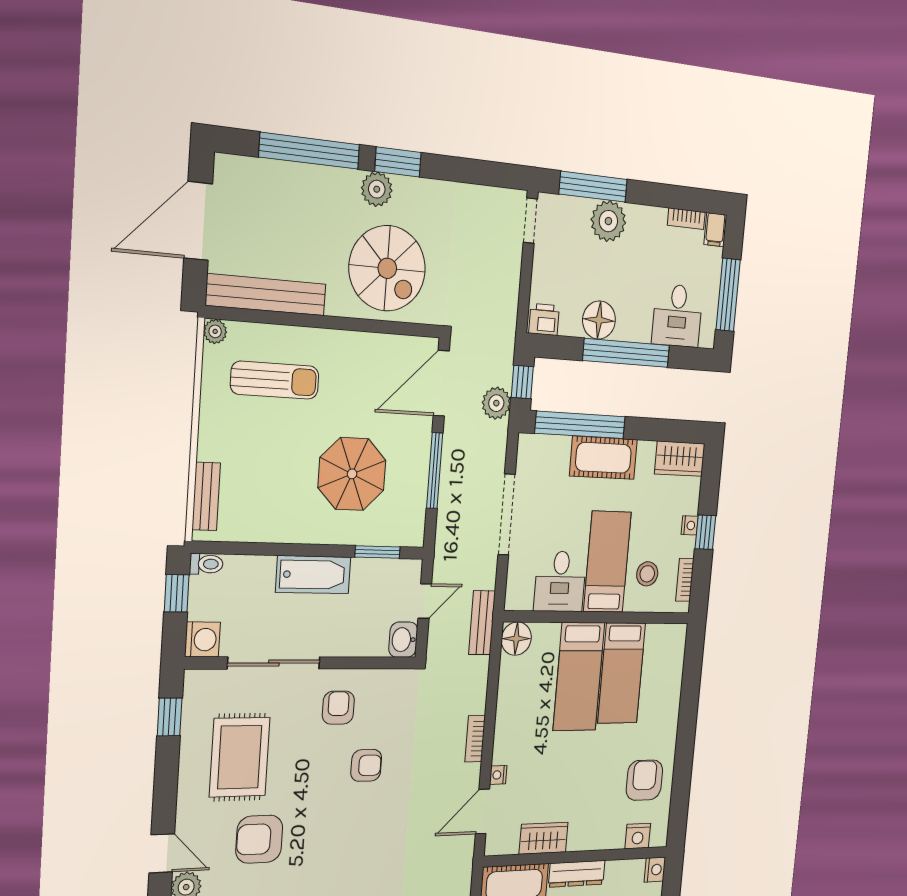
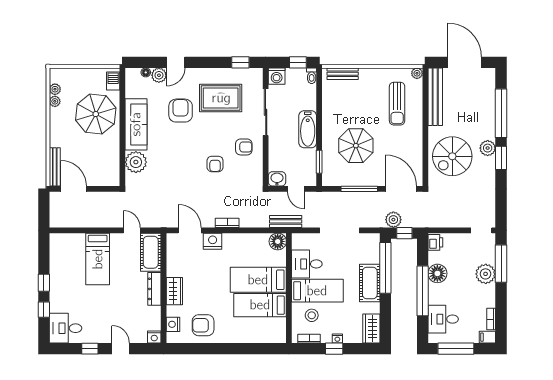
nightstand: (498, 775) -> (213, 241), width x1.89, depth x1.79
armchair: (644, 780) -> (203, 325), turned 180
wardrobe: (544, 838) -> (174, 291), moved

